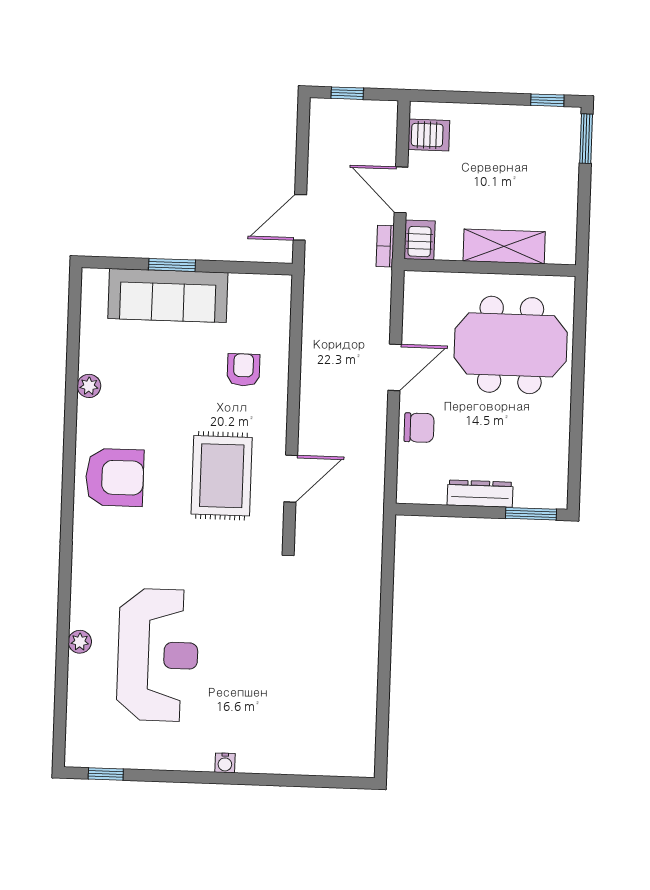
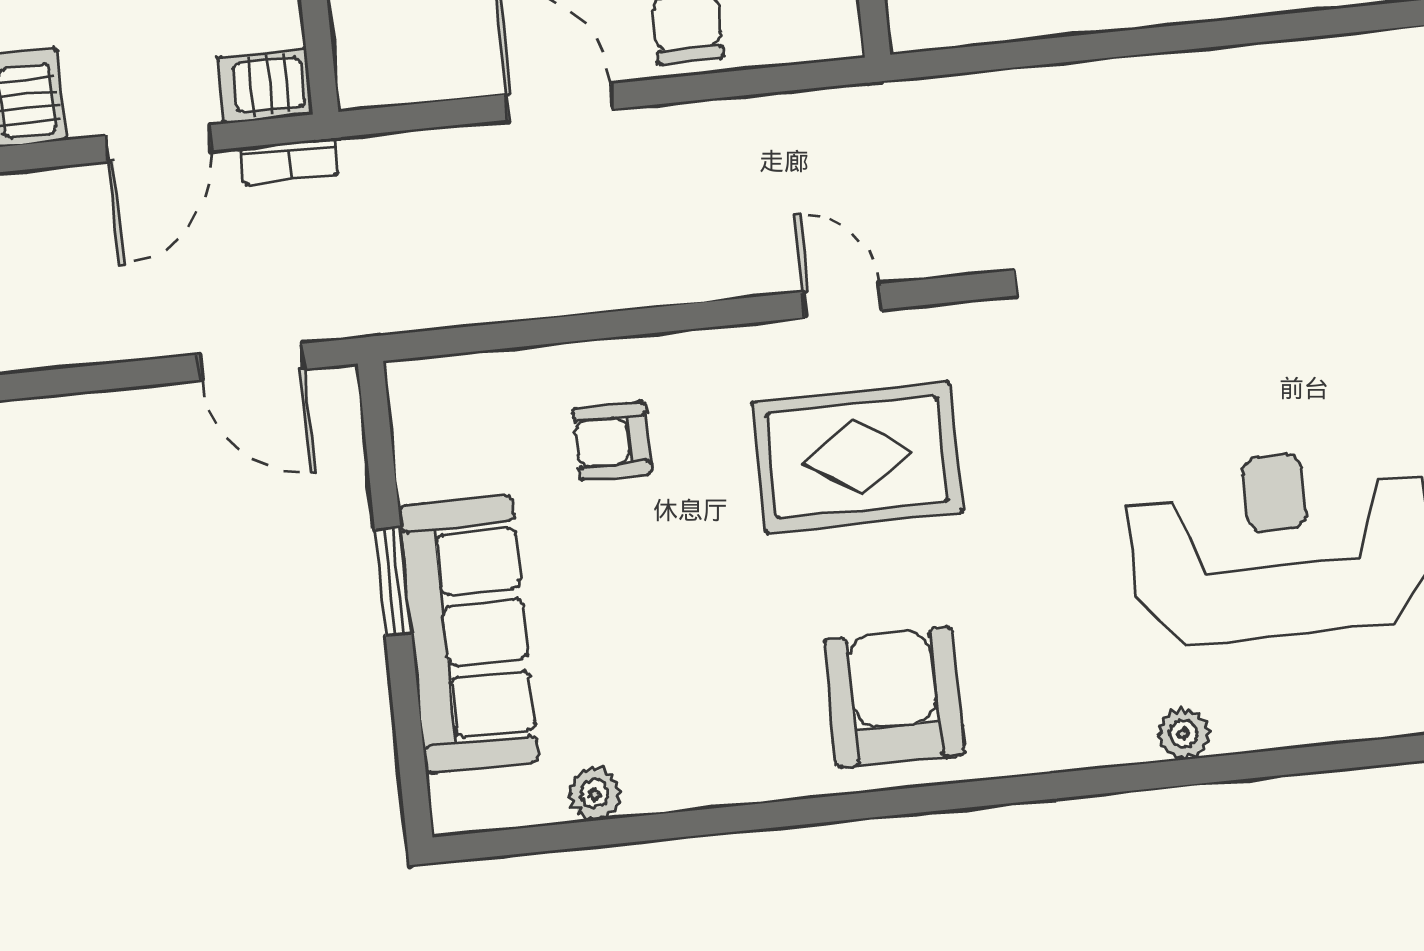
window: (172, 265) -> (393, 582), moved
plant: (89, 386) -> (594, 794), moved
door: (291, 479) -> (842, 301), width x0.73
plant: (80, 642) -> (1183, 734), moved

